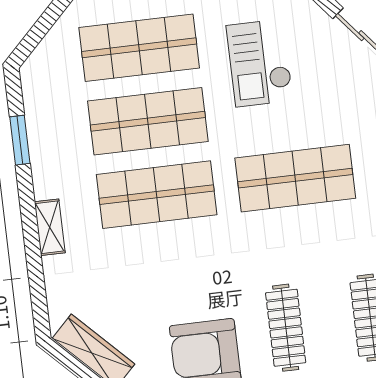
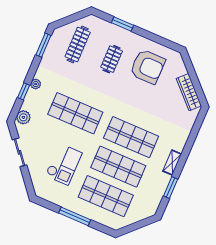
shelving: (50, 227) -> (172, 163), moved
clothes rail: (286, 328) -> (112, 59), width x0.73

